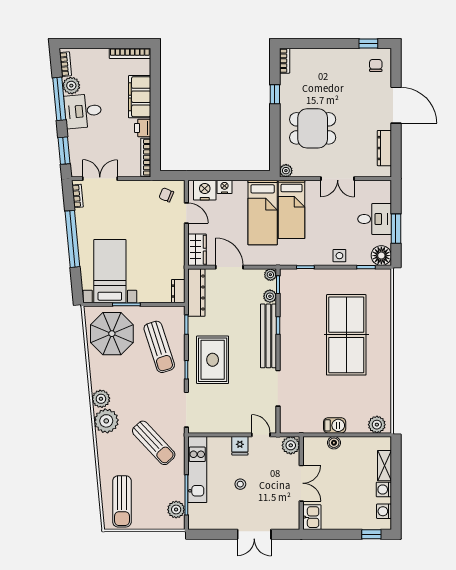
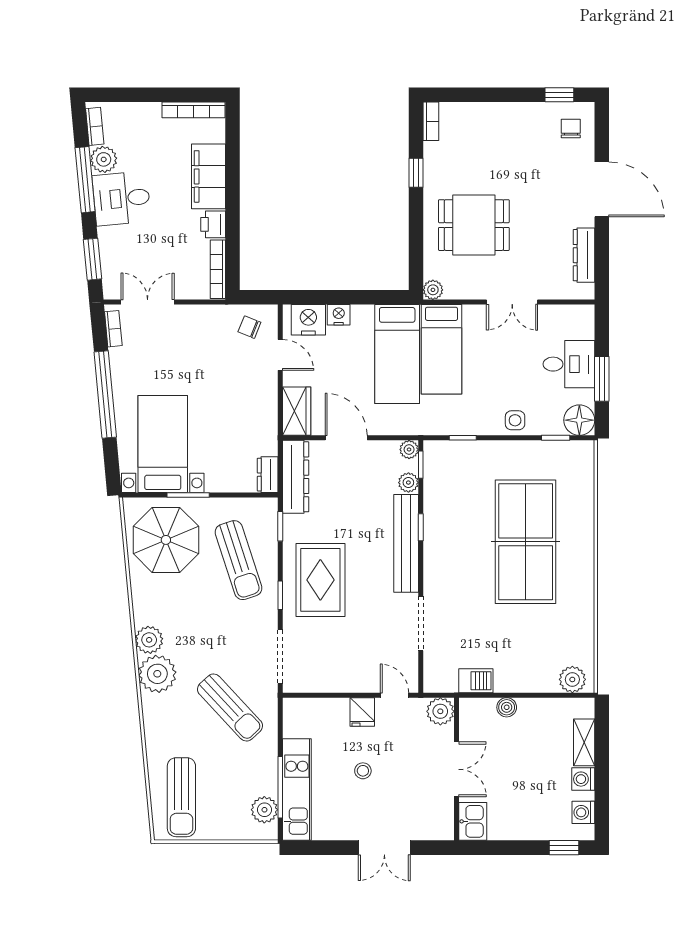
barbecue: (335, 425) -> (476, 681), moved
kitchen unit: (197, 470) -> (297, 790), moved

